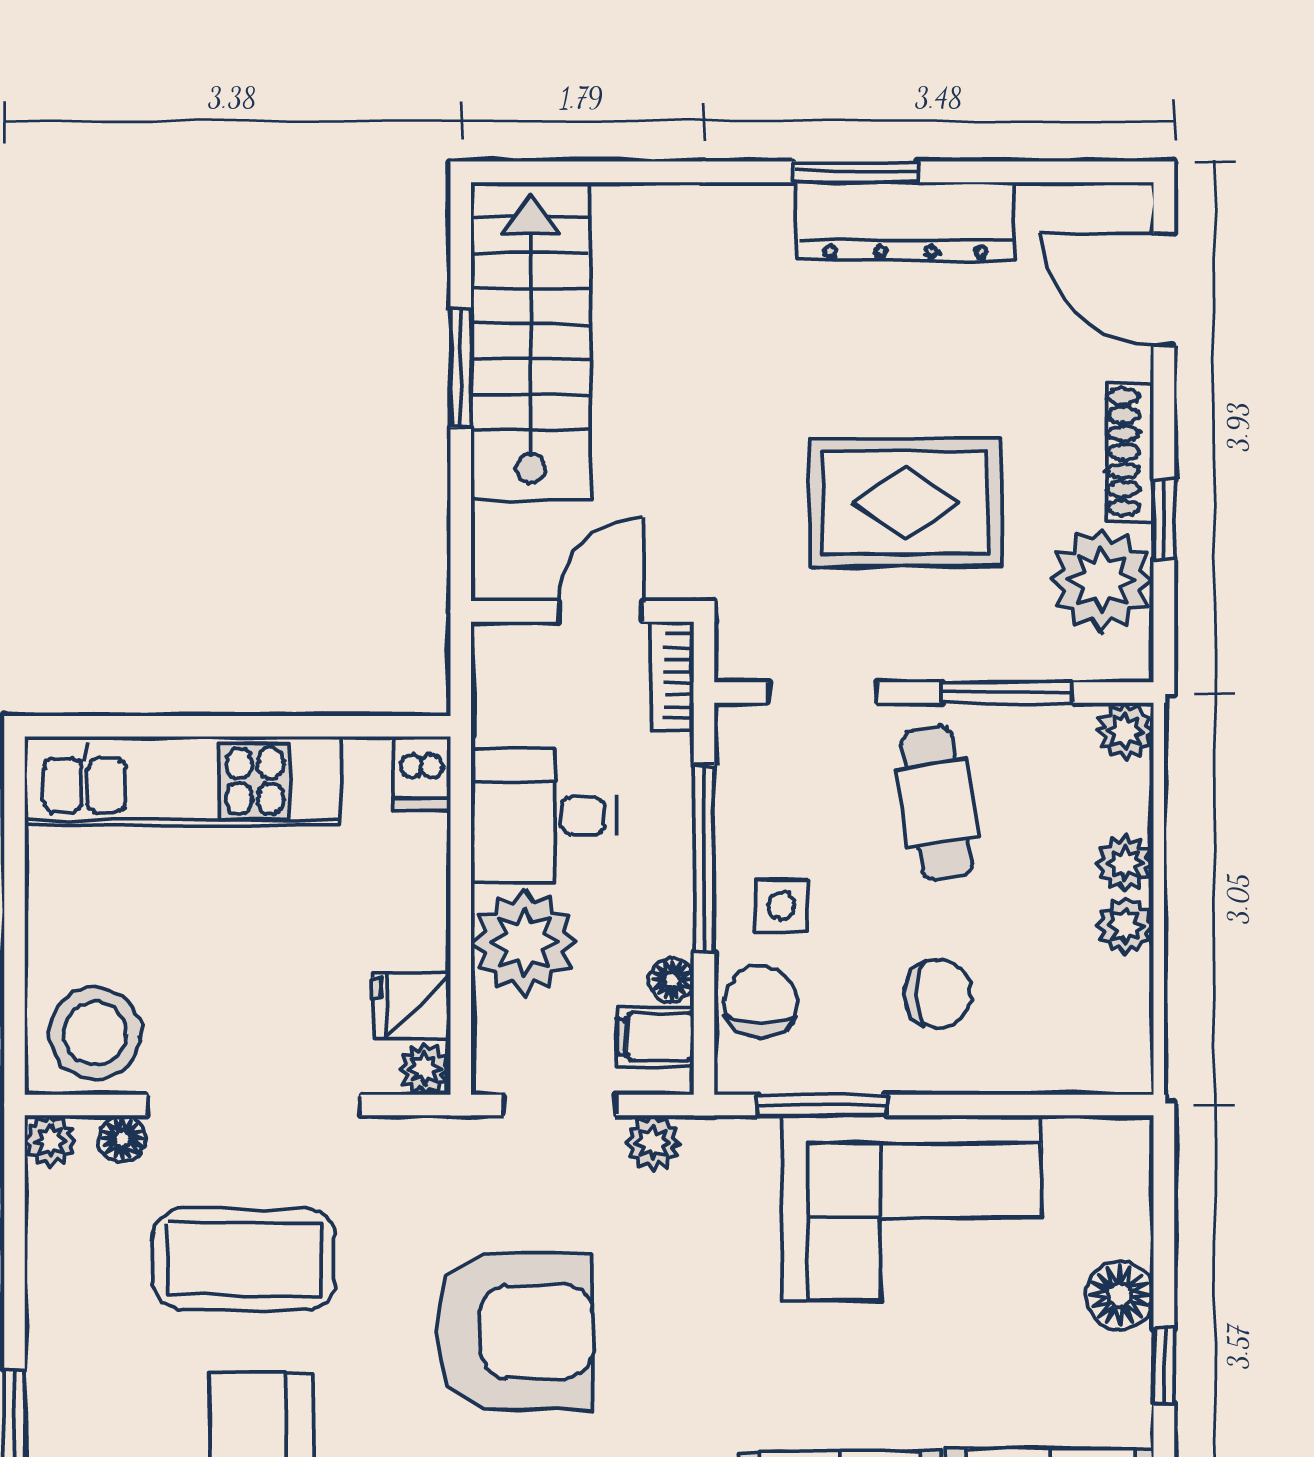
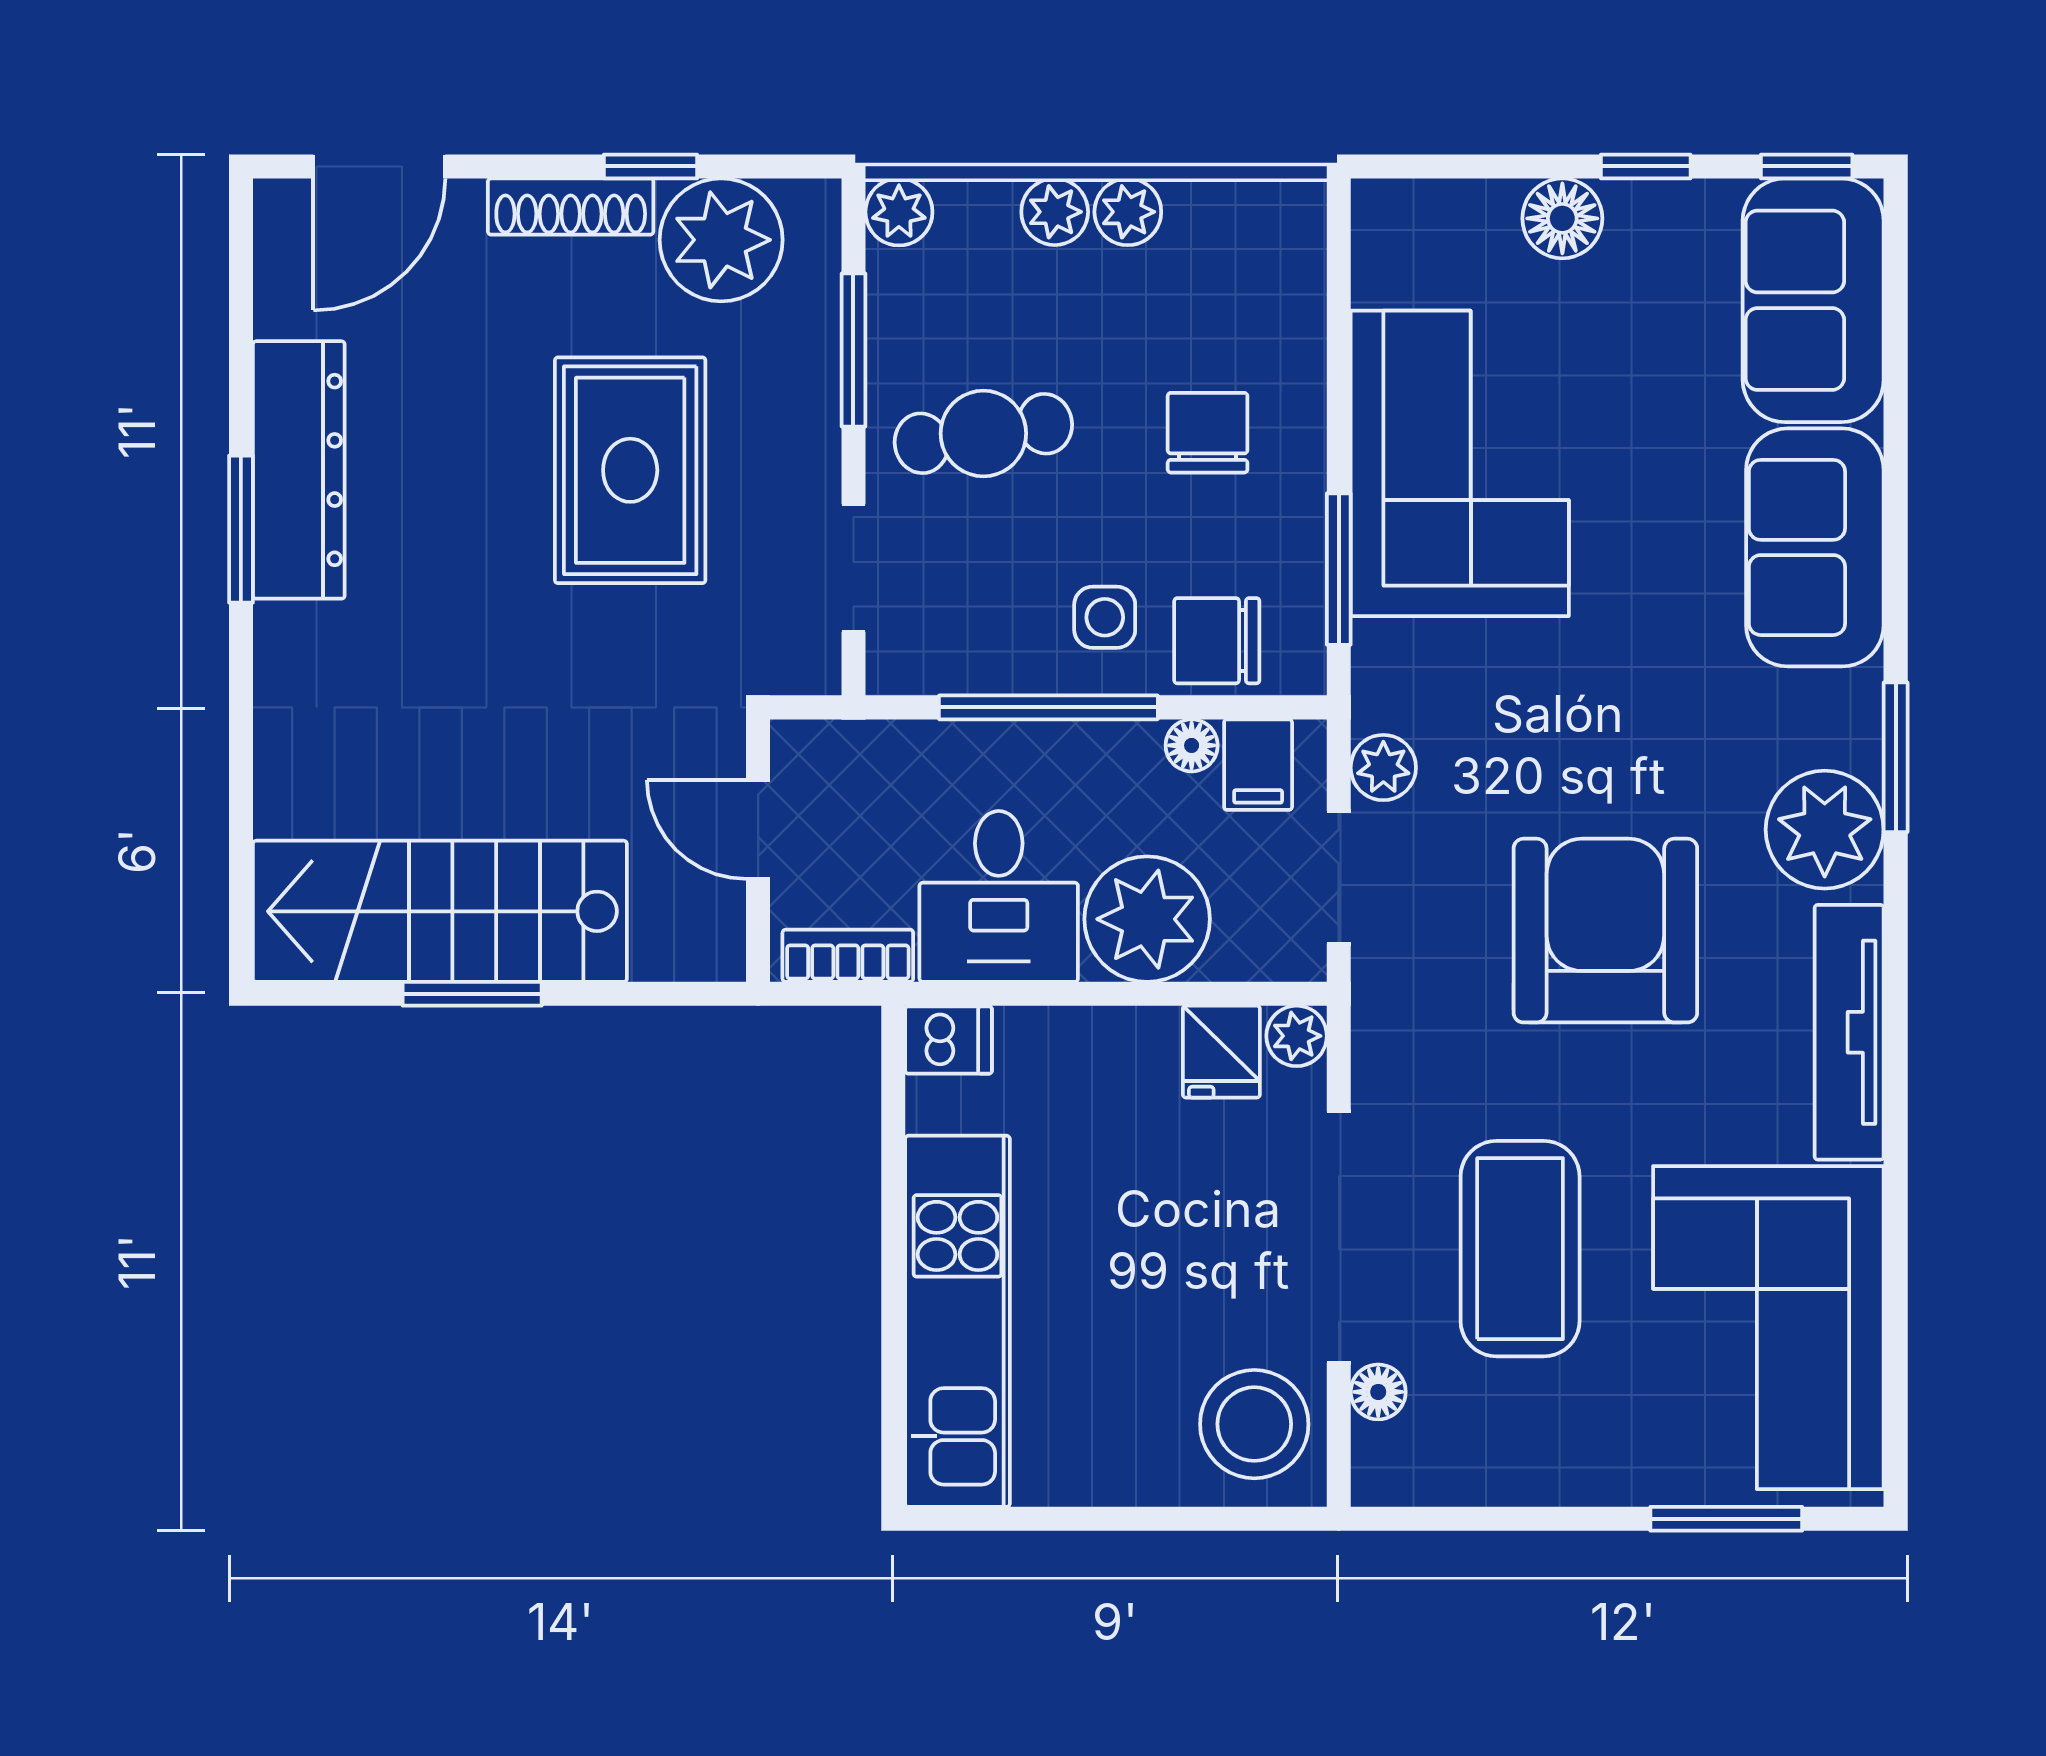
bookcase: (672, 677) -> (848, 956), moved, turned 180
plant: (50, 1141) -> (1381, 1476), removed

